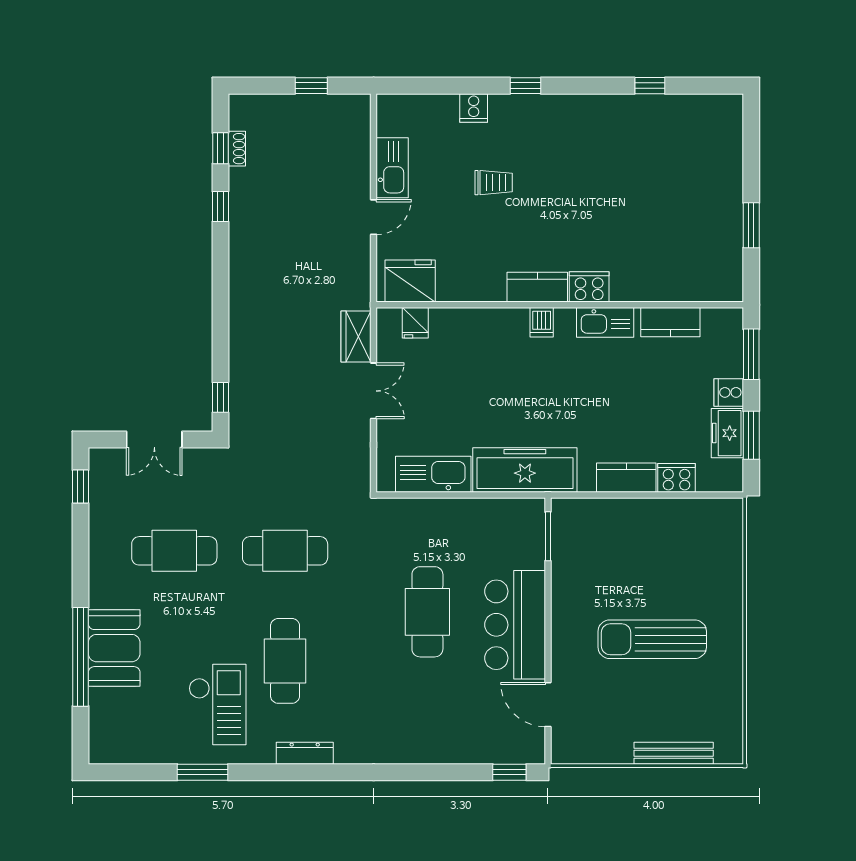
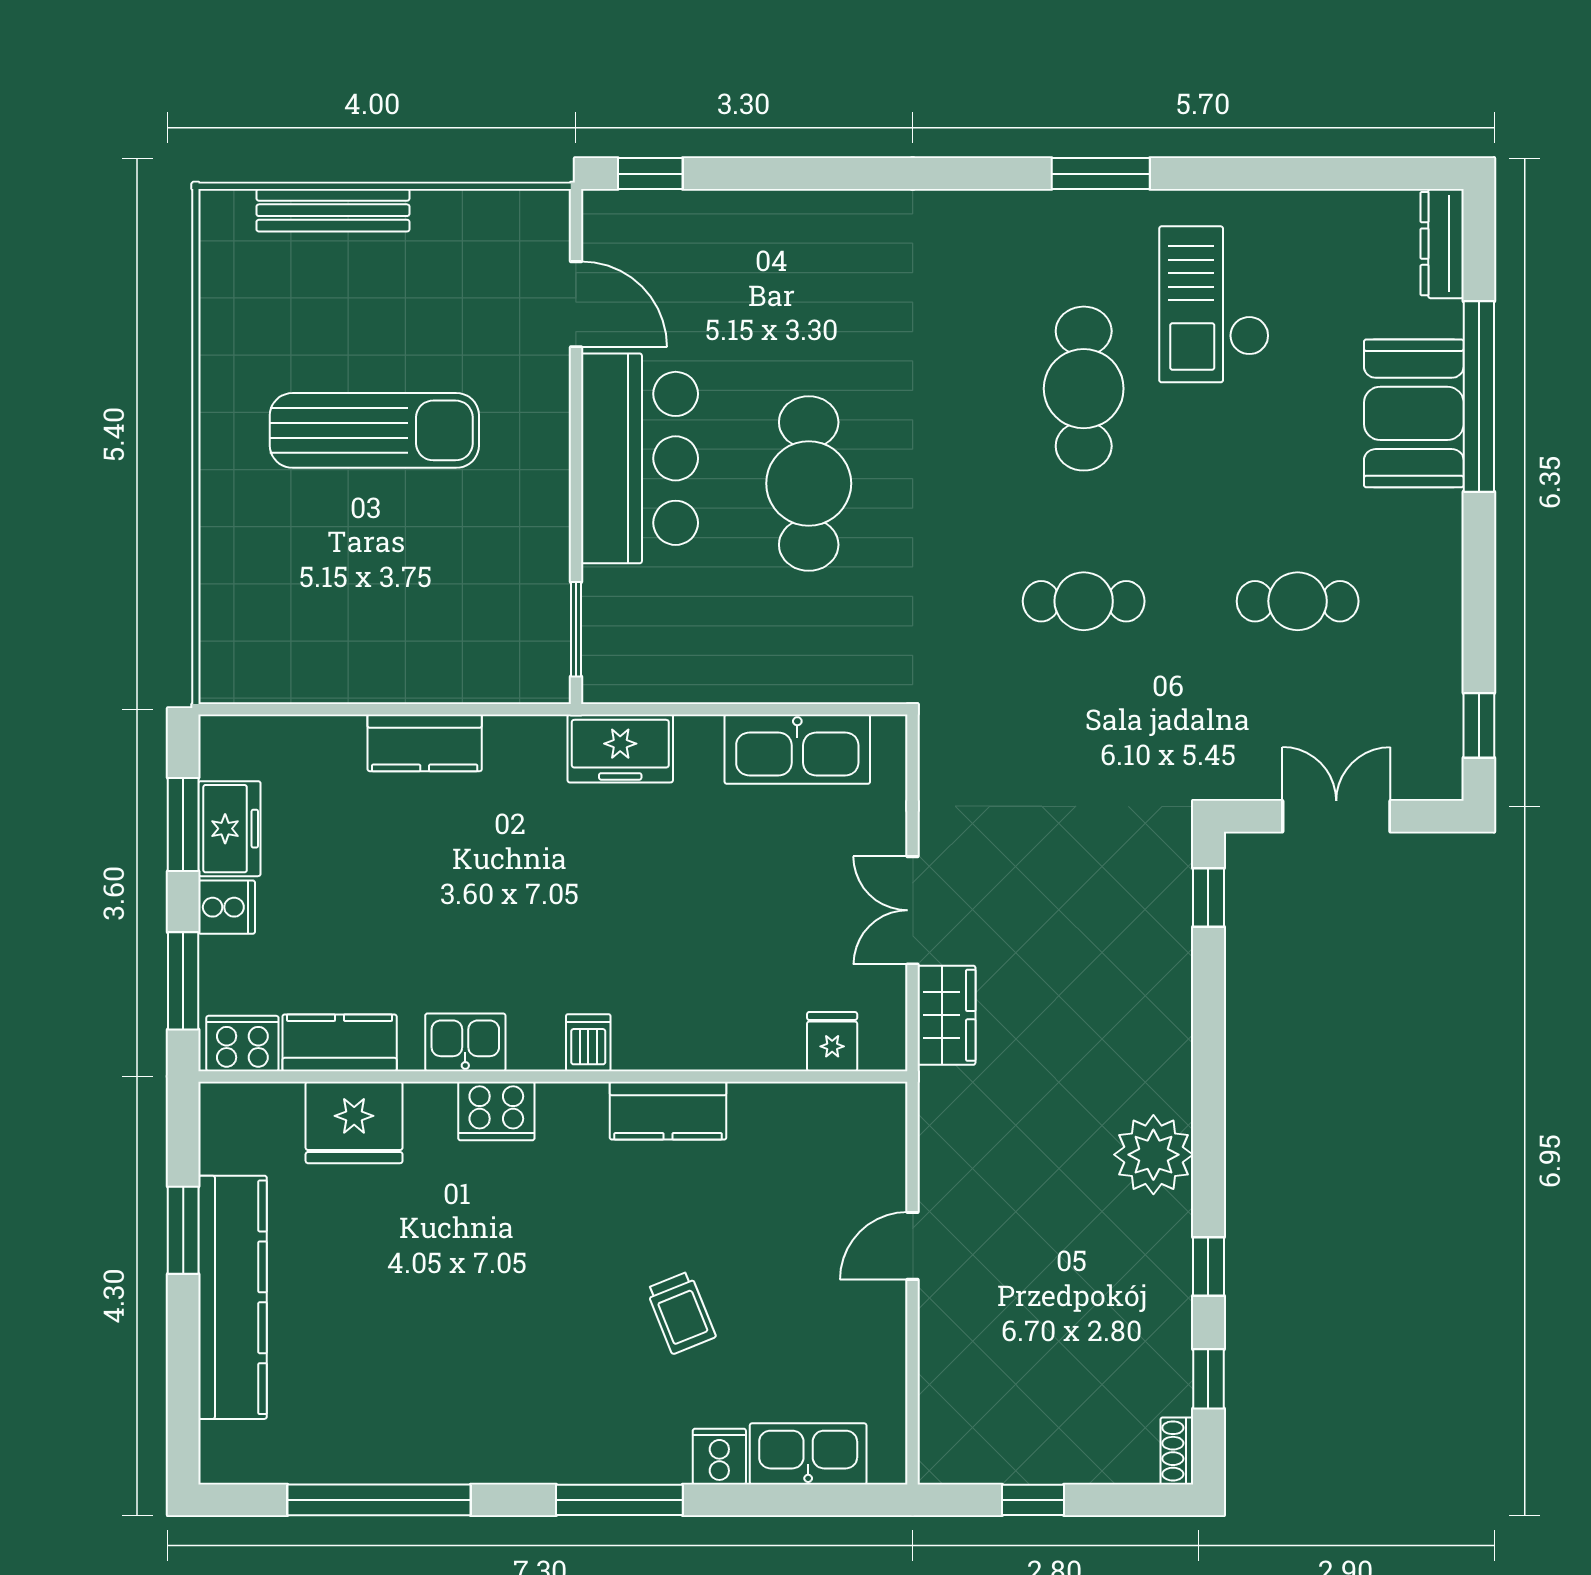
window: (525, 86) -> (619, 1500), width x2.17
window: (650, 86) -> (379, 1500), width x3.17
shoe rack: (237, 149) -> (1177, 1451), moved
kitchen sink: (392, 168) -> (808, 1454), moved, turned 90
trolley: (494, 183) -> (681, 1313), turned -112
kitchen counter: (726, 190) -> (233, 1297), added
plant: (249, 264) -> (1153, 1155), added
fridge: (410, 281) -> (354, 1122), moved
kitchen counter: (537, 287) -> (668, 1111), moved
kitchen sink: (605, 322) -> (465, 1042), width x0.73
freezer: (525, 470) -> (620, 748), width x0.52, depth x0.79
cooker: (677, 478) -> (242, 1043), moved, turned 180
cafe table: (174, 551) -> (1298, 601), width x0.73, depth x0.74
cafe table: (285, 551) -> (1084, 601), width x0.73, depth x0.74
dresser: (305, 753) -> (1442, 244), moved, turned 90
window: (203, 772) -> (1101, 174), moved

